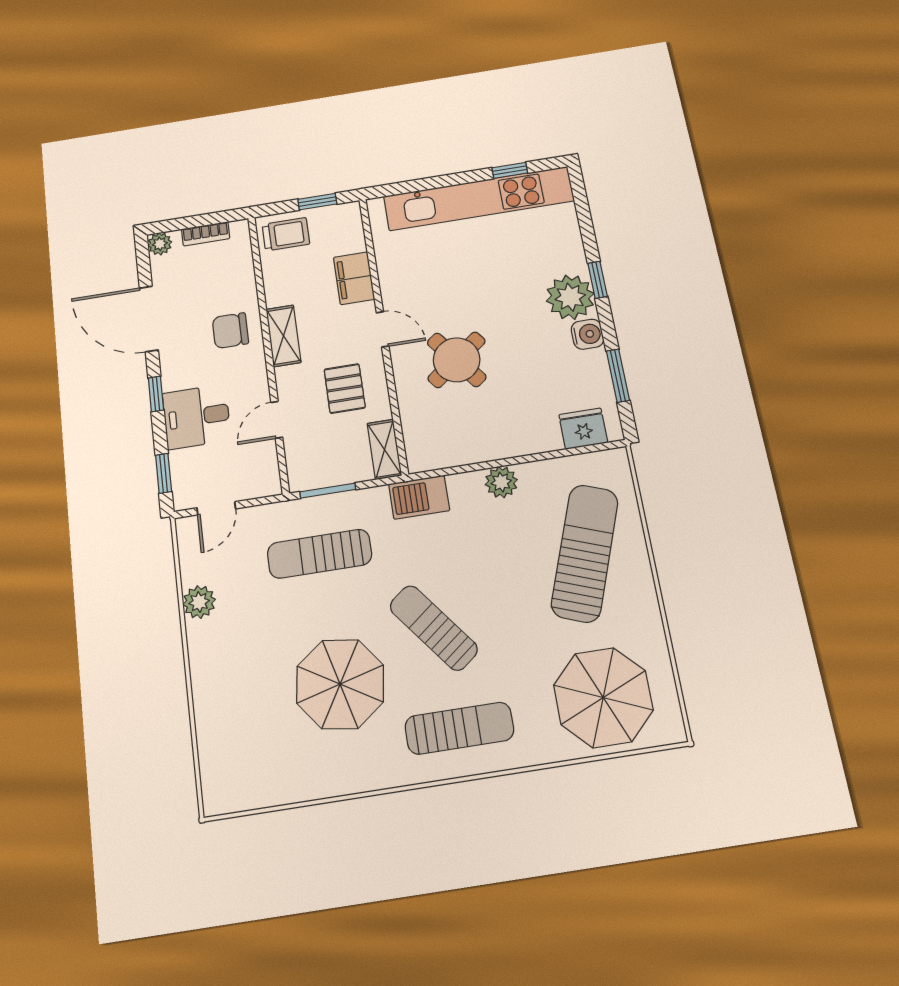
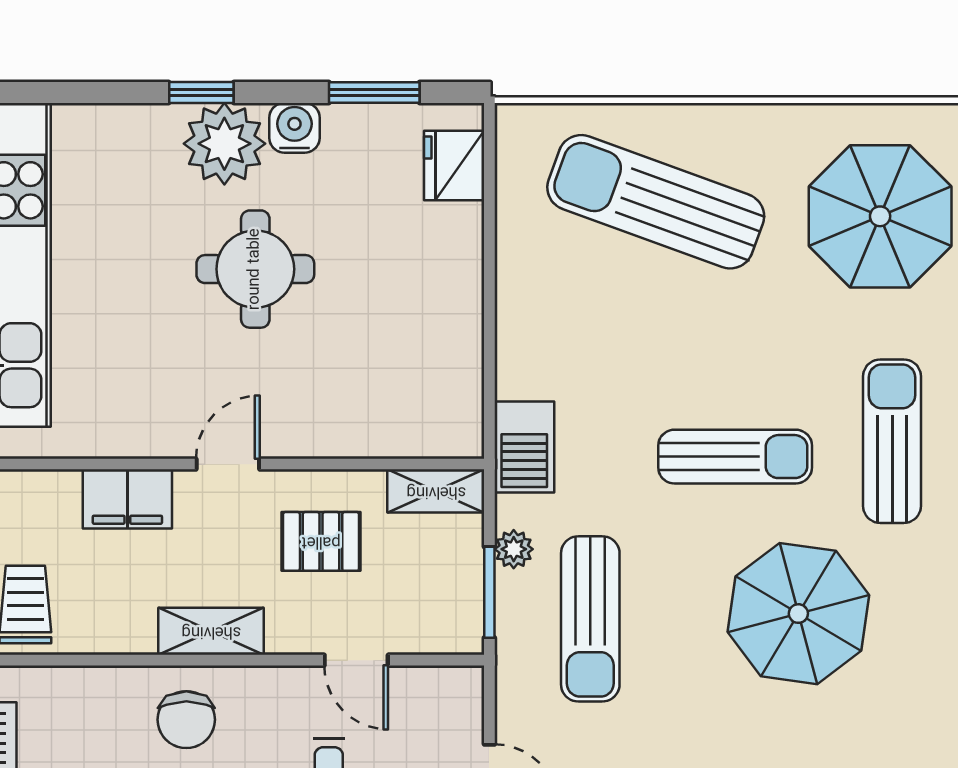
round table: (457, 360) -> (255, 269), moved, turned 37
plant: (501, 482) -> (514, 549), moved, width x0.73, depth x0.73
sun lounger: (434, 628) -> (735, 457), turned -142

